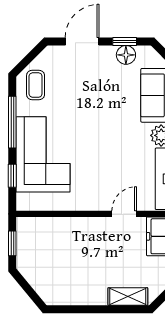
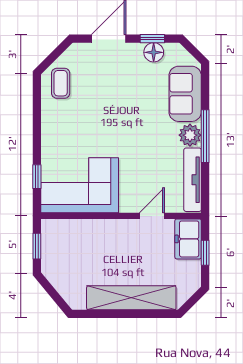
window: (12, 122) -> (37, 121), removed
corner sofa: (43, 154) -> (80, 185), moved, turned -90
shelving: (128, 296) -> (131, 298), width x2.20, depth x1.33

